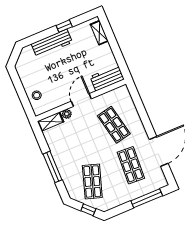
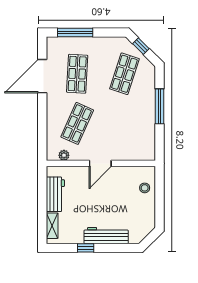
workbench: (107, 78) -> (55, 194), moved, turned -90
plant: (67, 114) -> (64, 155), moved
shelving: (51, 122) -> (142, 154), removed
shop shelf: (114, 125) -> (77, 123), turned 36

